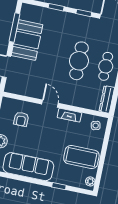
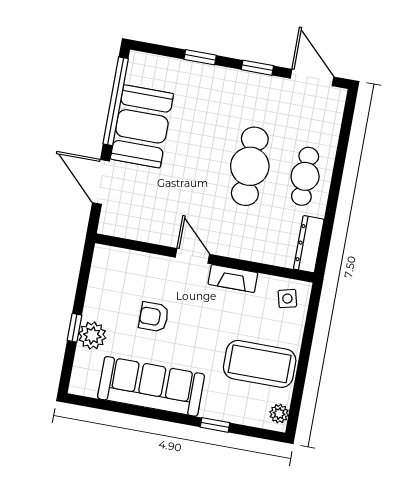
window: (14, 28) -> (116, 101), width x1.46
armchair: (21, 119) -> (154, 317), moved, turned 90

